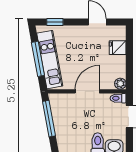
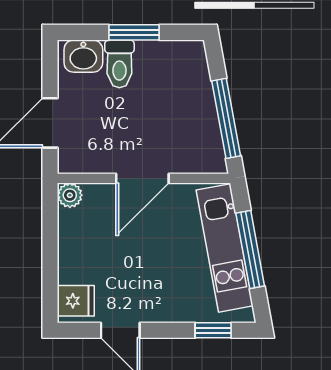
fridge: (118, 48) -> (76, 301), moved
toilet: (118, 98) -> (75, 163), removed

